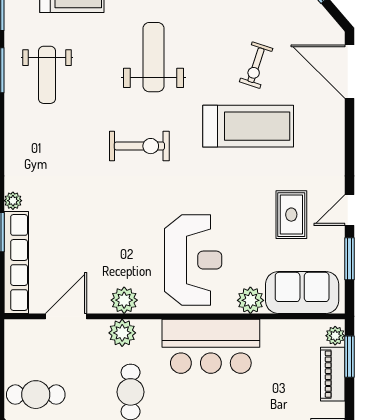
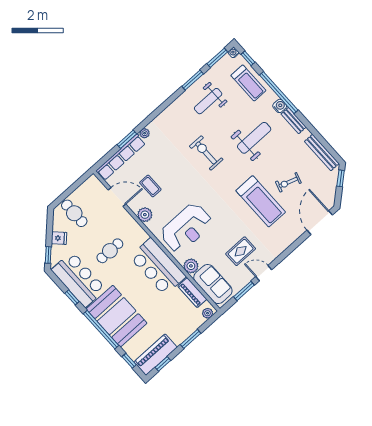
exercise bike: (139, 146) -> (206, 153), moved, turned 180
coffee table: (92, 257) -> (150, 186), added
plant: (122, 333) -> (131, 226), removed
window: (349, 357) -> (191, 339), moved
piano: (333, 374) -> (192, 293), moved, turned -90

